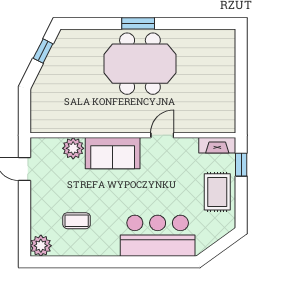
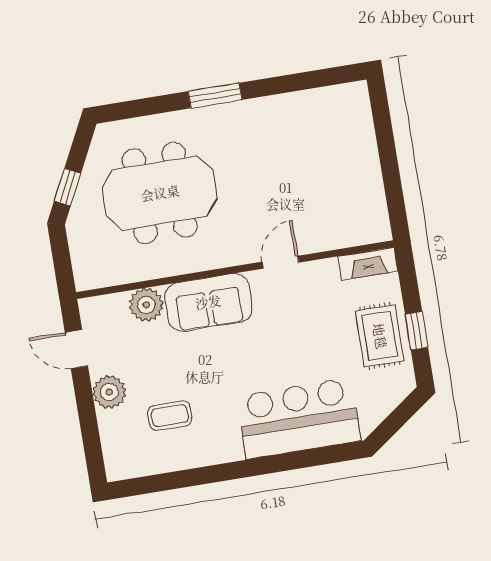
window: (43, 51) -> (67, 187), moved
meeting table: (140, 64) -> (160, 193), moved
window: (241, 165) -> (417, 331), moved
plant: (41, 246) -> (109, 392), moved

